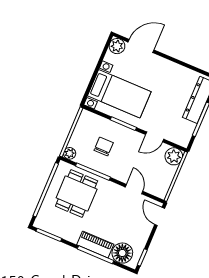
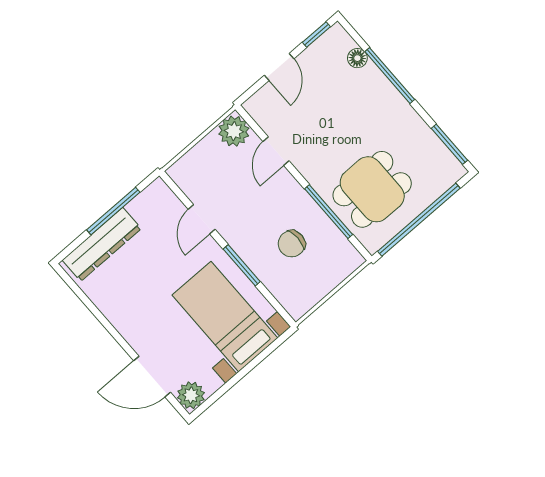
door: (155, 137) -> (202, 219), swing flipped
plant: (70, 153) -> (352, 260), removed
plant: (174, 156) -> (234, 131), moved
door: (160, 216) -> (279, 67), moved
piano: (95, 244) -> (382, 93), removed
floor lamp: (122, 253) -> (357, 58), width x0.53, depth x0.53

